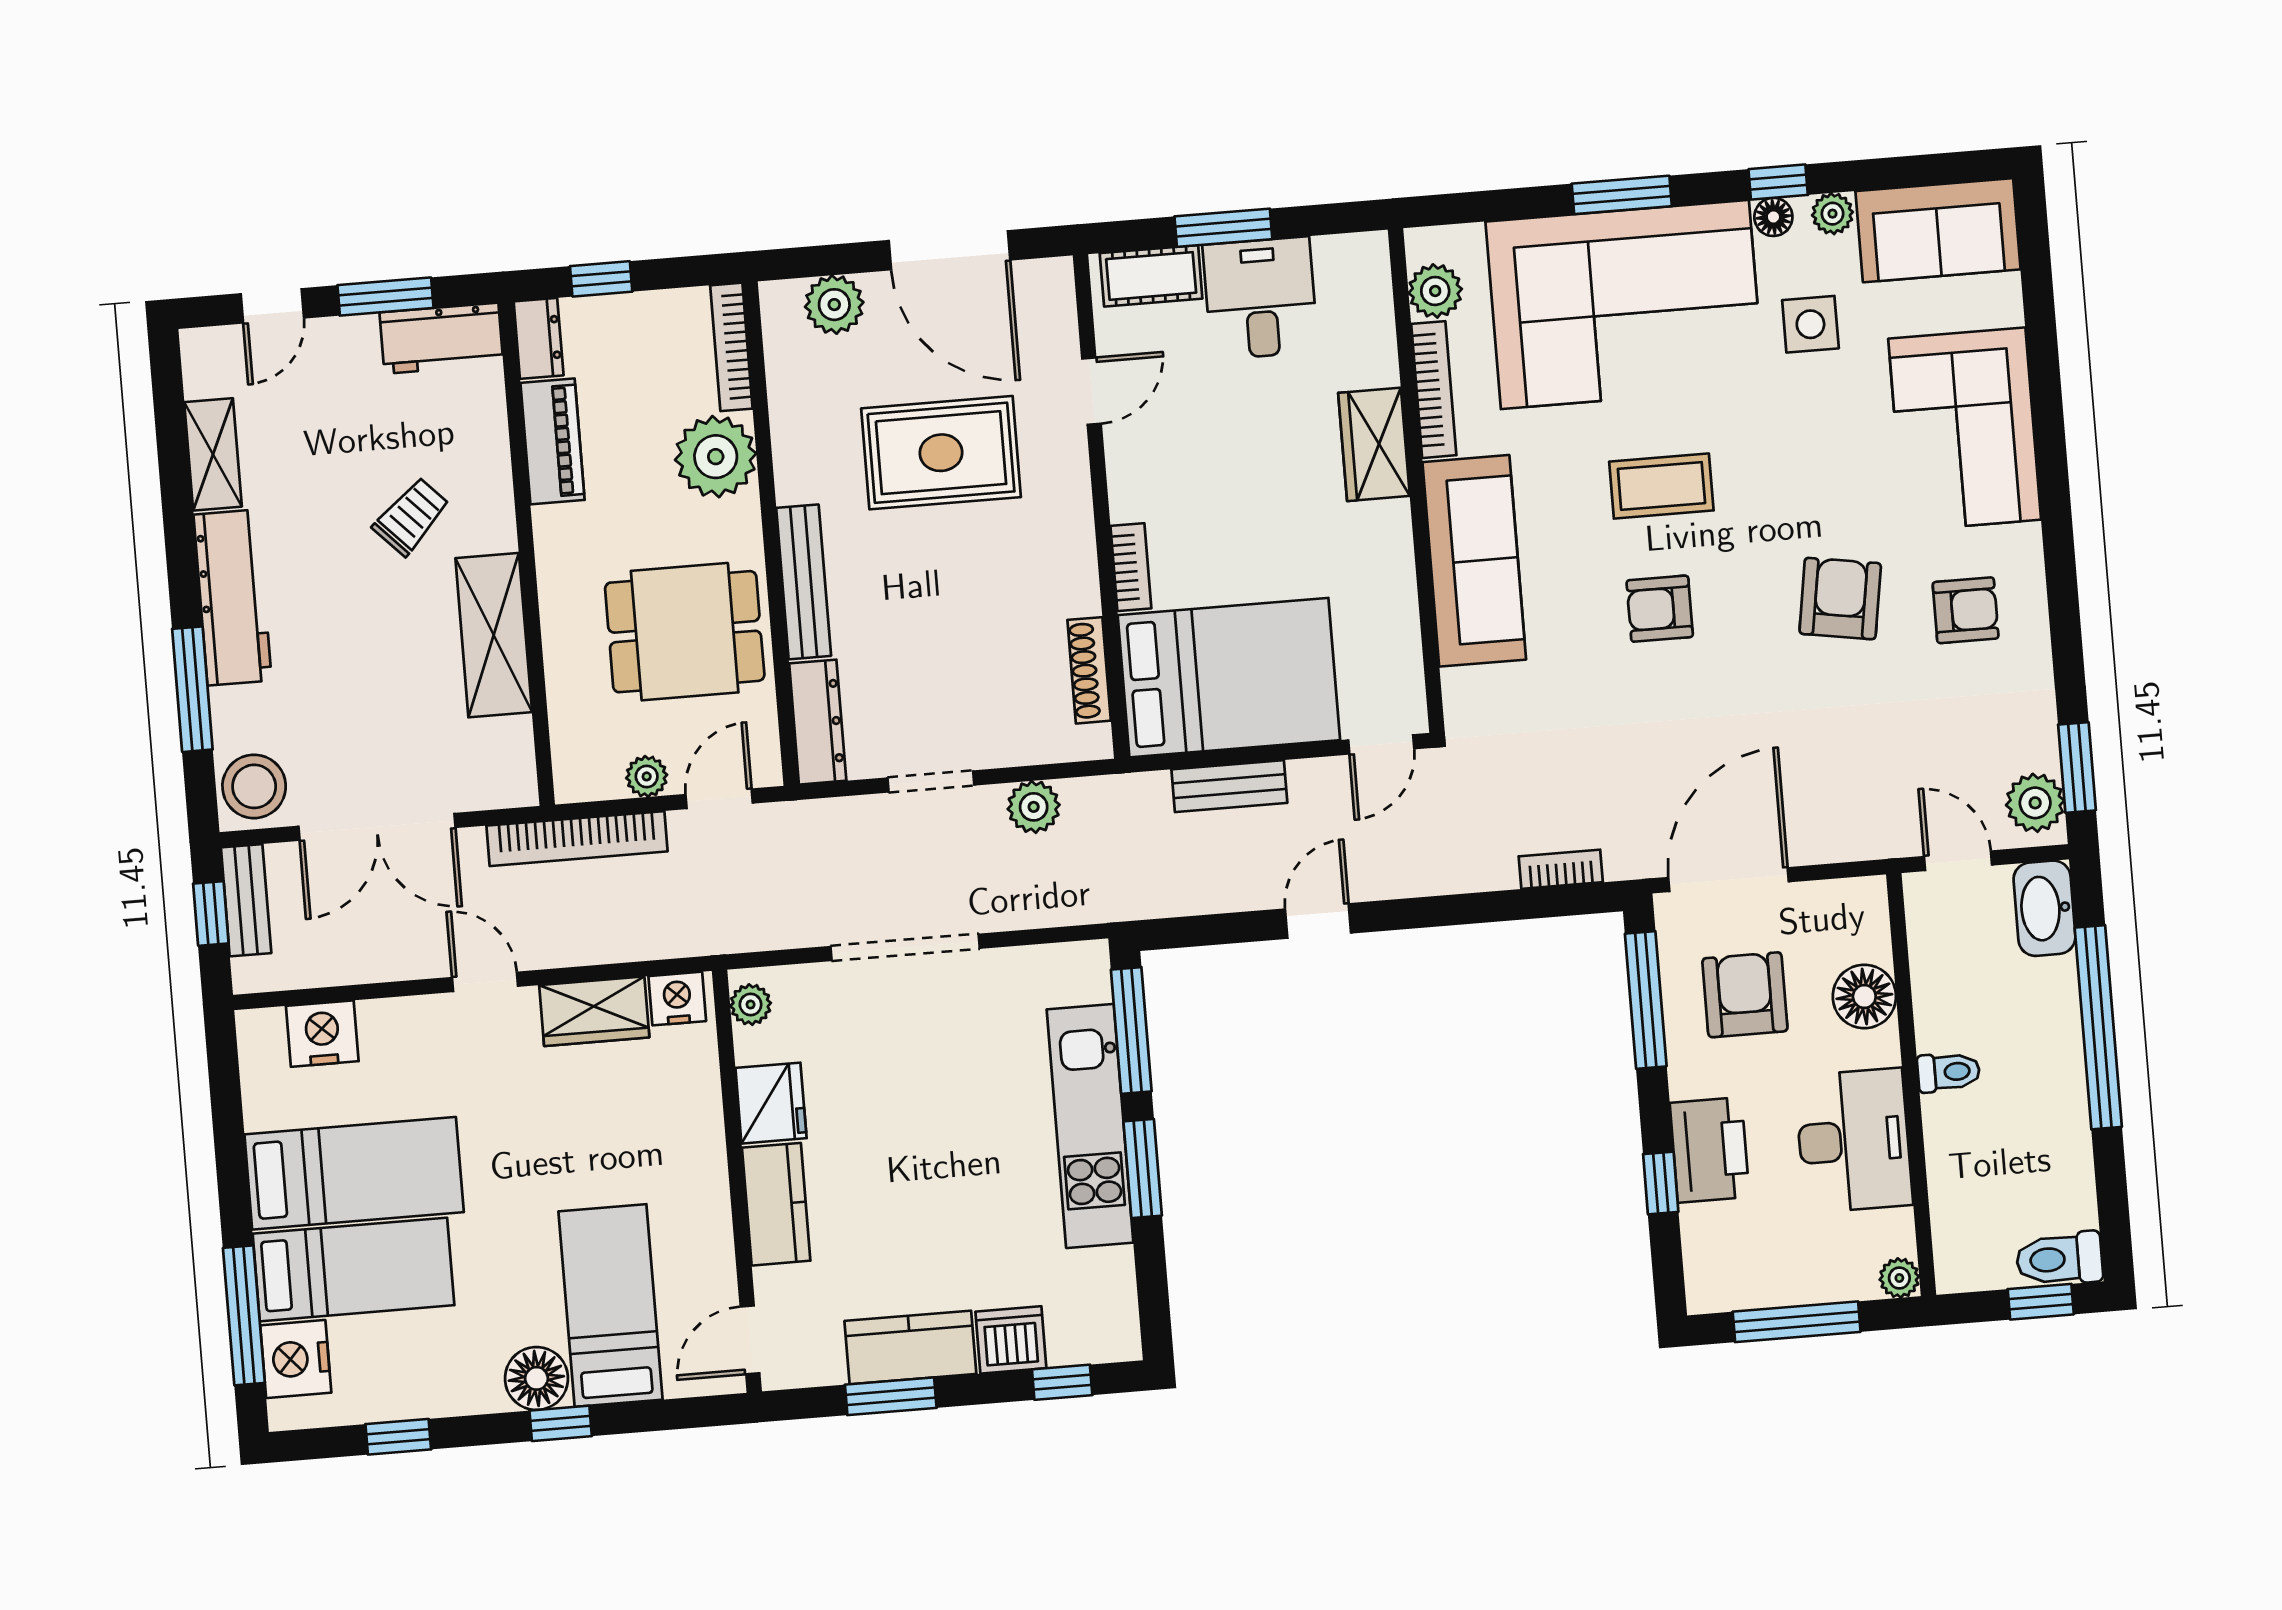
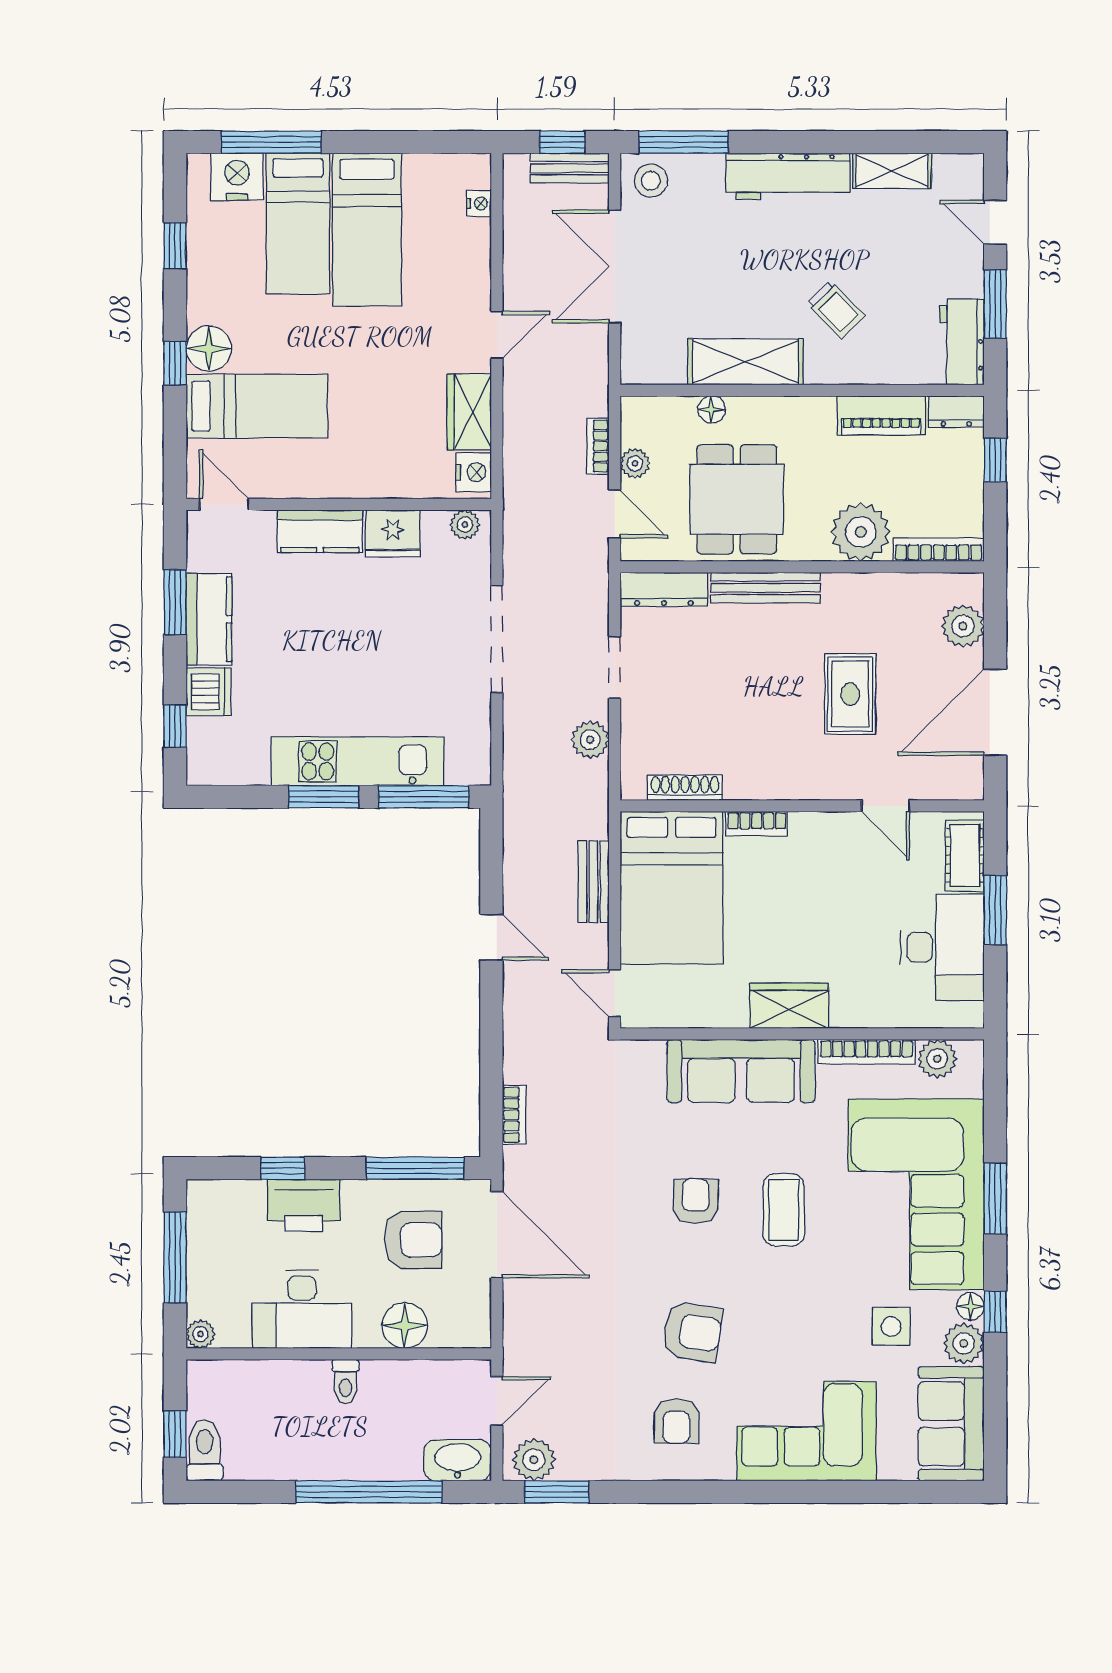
plant: (1832, 214) -> (964, 1343), width x1.38, depth x1.38
desk: (1260, 298) -> (942, 947), width x1.37
wardrobe: (1374, 444) -> (789, 1006), moved
rug: (941, 453) -> (850, 694), width x0.73, depth x0.70
floor lamp: (564, 677) -> (712, 410), added
window: (192, 689) -> (684, 142), moved
stool: (254, 786) -> (651, 181), width x0.73, depth x0.73
bookcase: (577, 839) -> (598, 446), width x0.43, depth x0.76
nightstand: (322, 1034) -> (479, 203), width x0.53, depth x0.56

